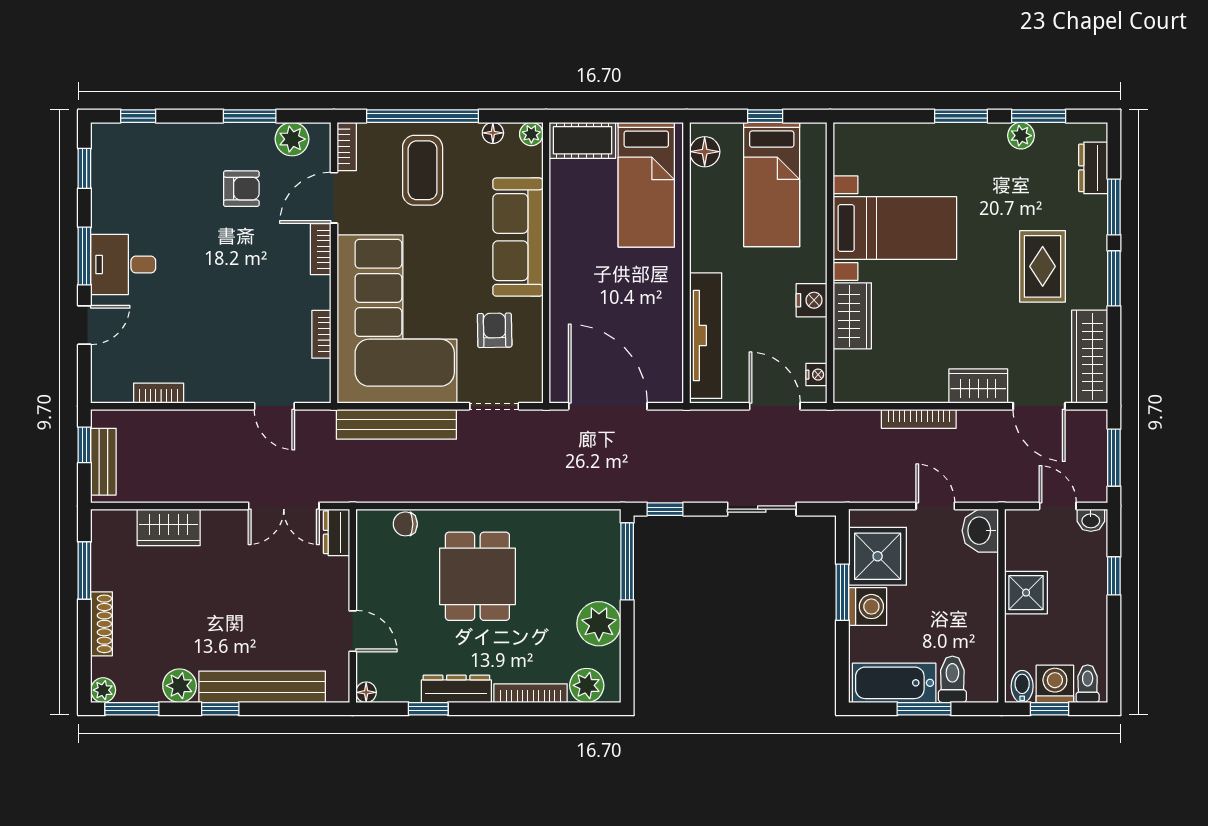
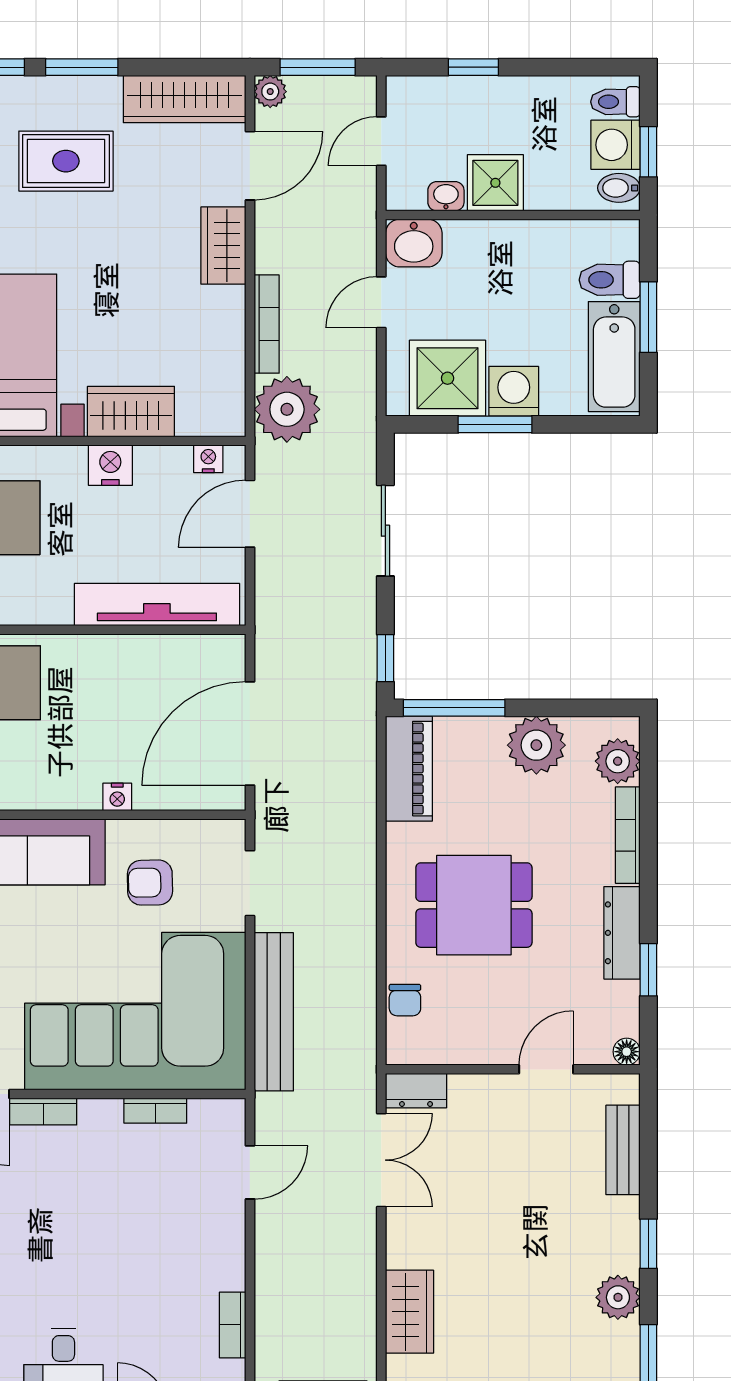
nightstand: (560, 305) -> (117, 797), added
plant: (1095, 422) -> (270, 92), added
plant: (854, 434) -> (287, 409), added
washbasin: (1091, 520) -> (446, 196), moved, turned -90
piano: (581, 527) -> (409, 769), added
bench: (262, 687) -> (623, 1150), width x0.54, depth x0.82

